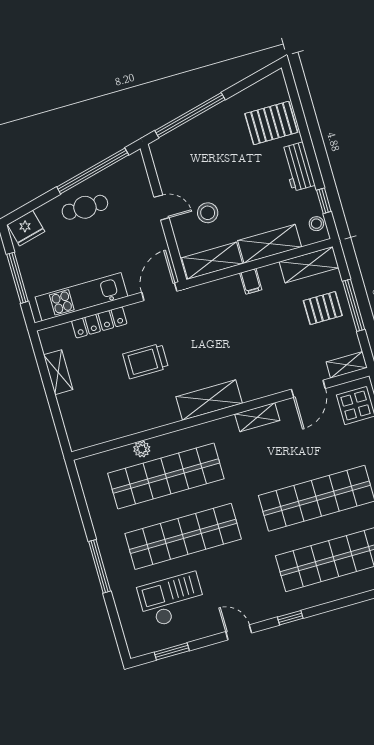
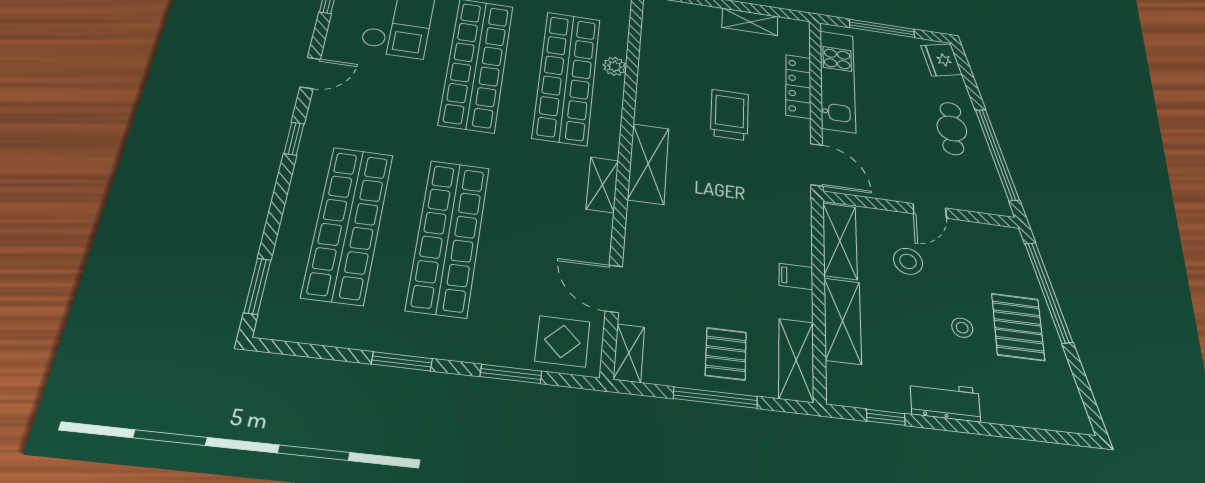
pallet: (271, 123) -> (1018, 327), moved
stool: (316, 224) -> (962, 328), moved
shelving: (257, 417) -> (602, 185), moved

